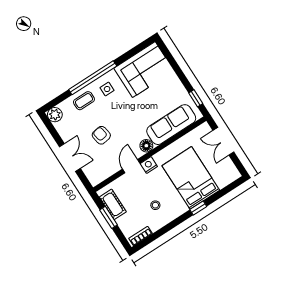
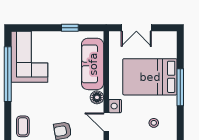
window: (93, 78) -> (8, 74), moved
side table: (107, 89) -> (26, 100), removed
window: (196, 98) -> (70, 28), moved
window: (198, 208) -> (180, 87), width x2.17

